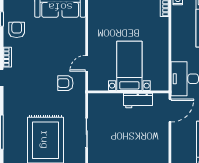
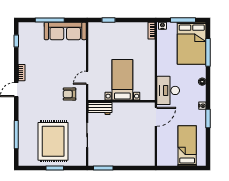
armchair: (17, 30) -> (29, 50), removed
workbench: (138, 101) -> (100, 108), moved

